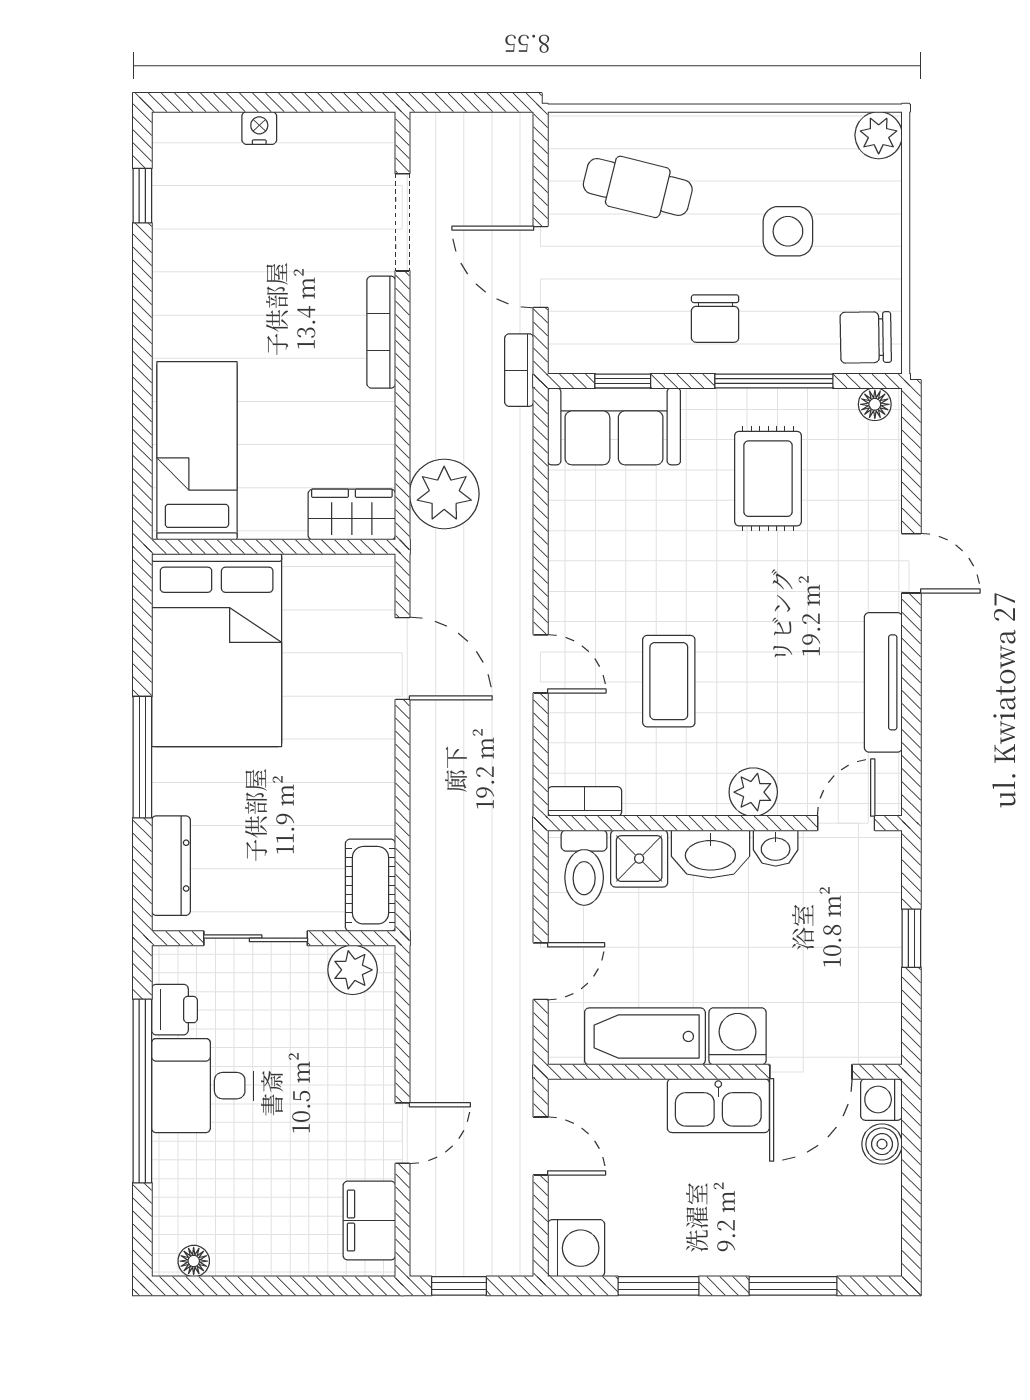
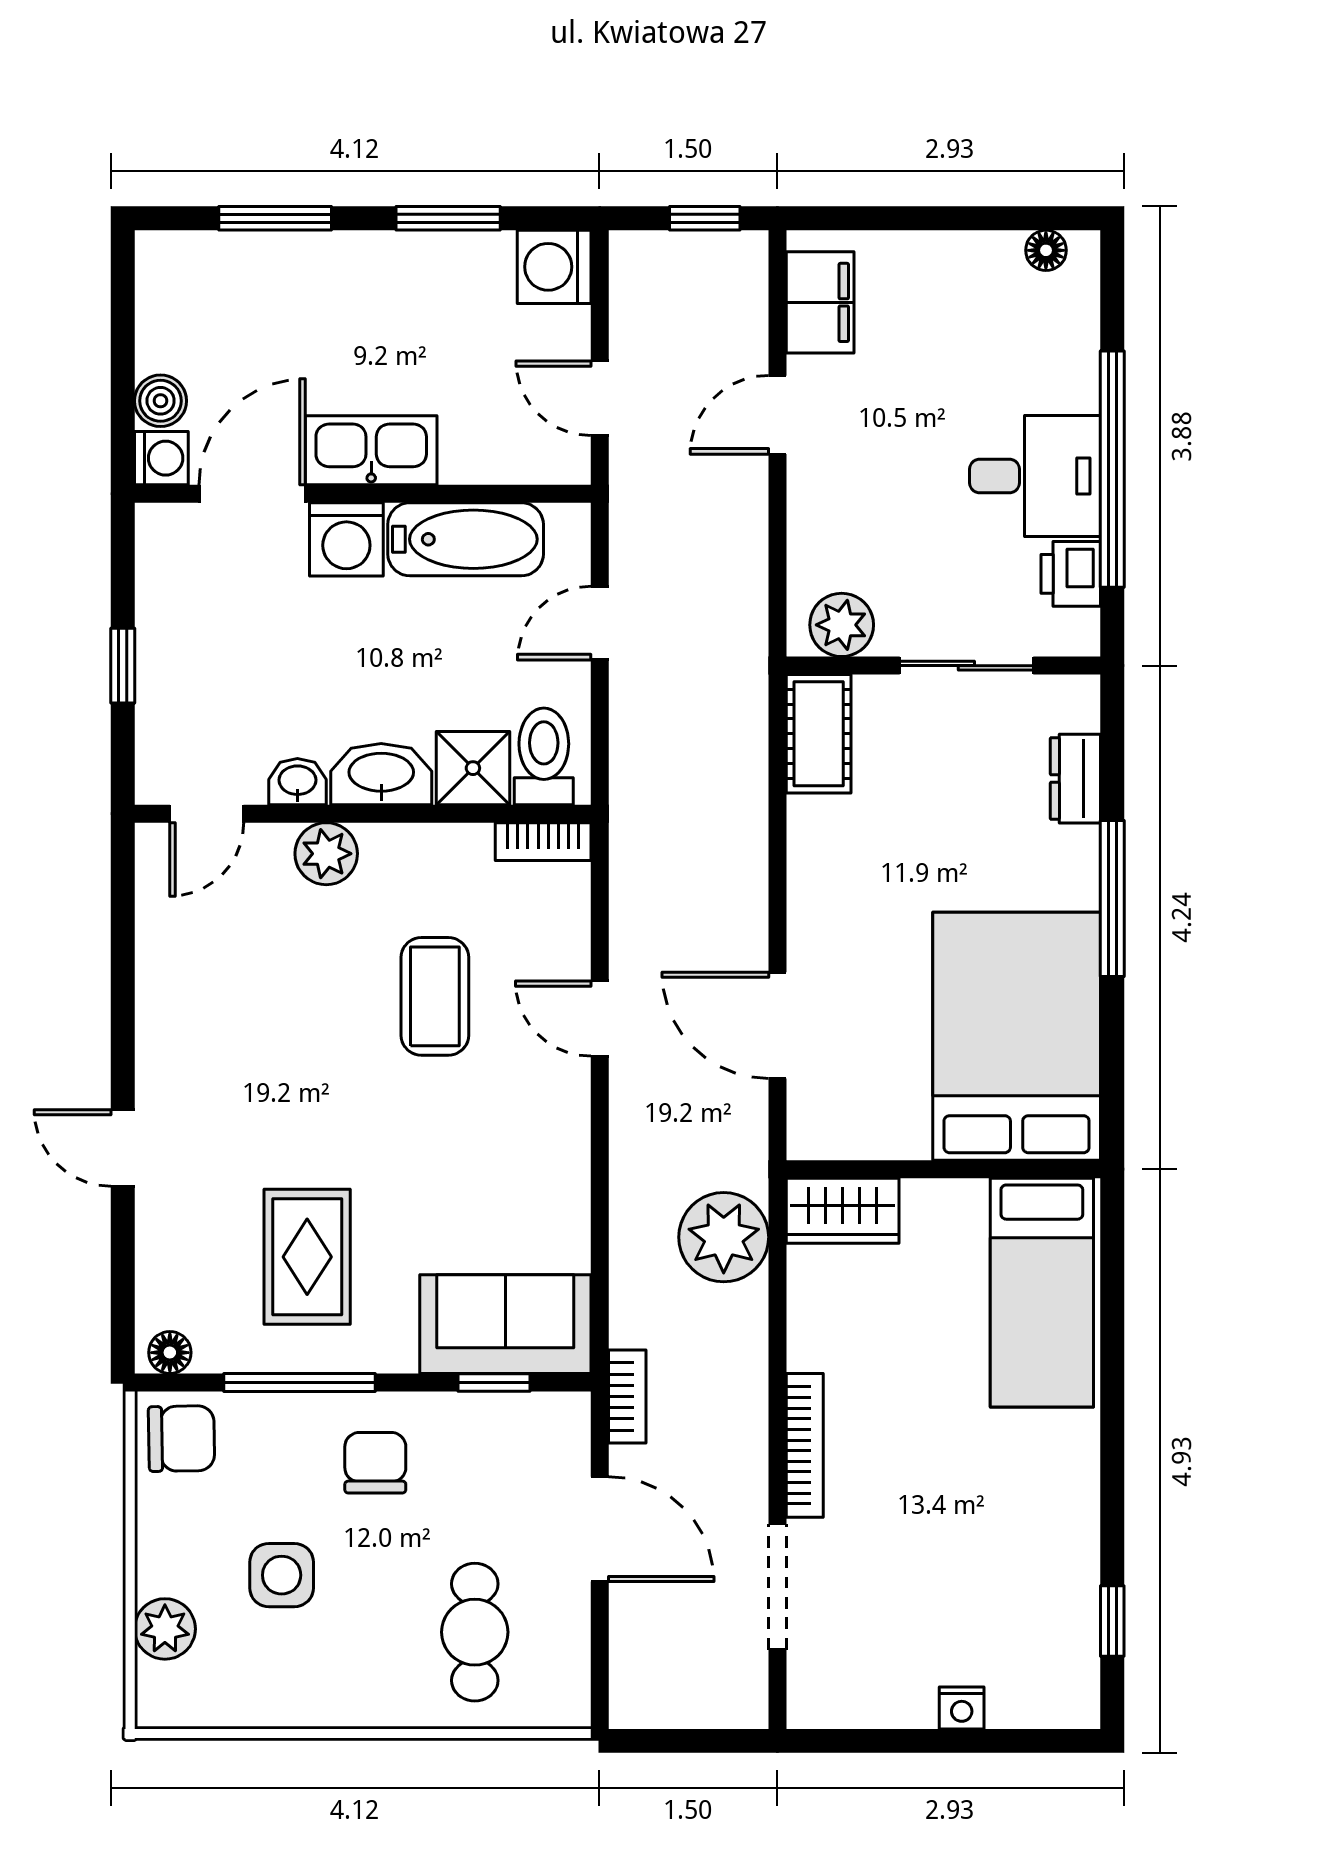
plant: (879, 135) -> (165, 1629), moved
cafe table: (638, 187) -> (475, 1632), turned 76
tv unit: (883, 682) -> (159, 995), removed
dresser: (171, 866) -> (1075, 779), width x0.70

